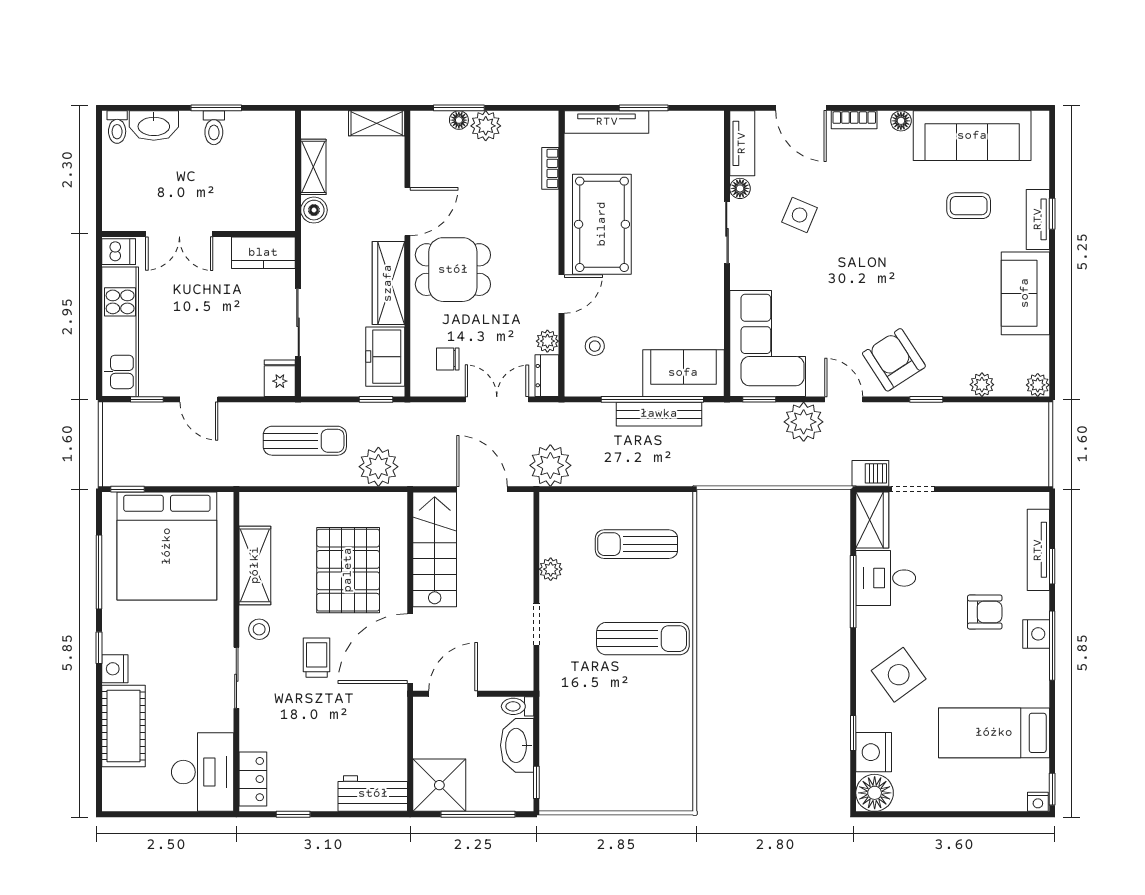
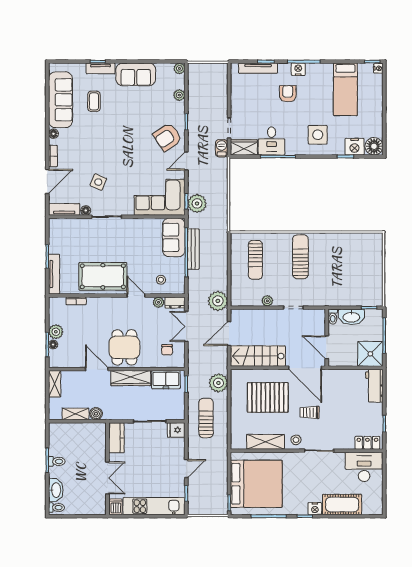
plant: (804, 422) -> (197, 203), moved
side table: (899, 675) -> (318, 135), turned 36

